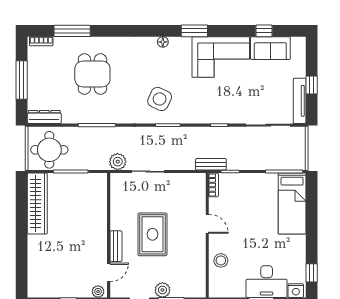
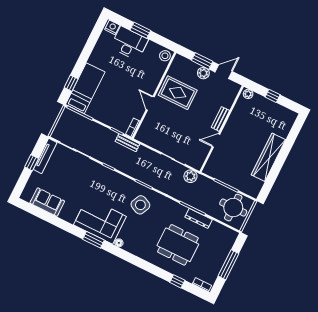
window: (72, 31) -> (177, 281), width x0.46
window: (264, 31) -> (46, 216), removed
corner sofa: (221, 57) -> (100, 221), moved
dining table: (92, 74) -> (178, 245), width x1.38
dresser: (44, 117) -> (199, 218), moved
wardrobe: (37, 204) -> (268, 157), moved
rug: (152, 234) -> (178, 93), moved, turned 90
stool: (221, 260) -> (165, 56), moved
door: (109, 272) -> (216, 140), moved
window: (312, 273) -> (71, 83), moved

